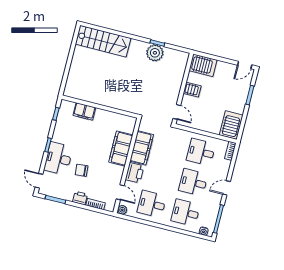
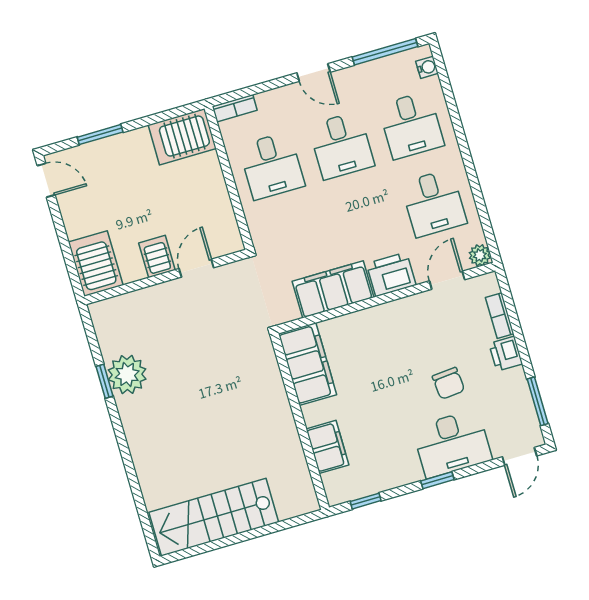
stairs: (103, 41) -> (214, 517), moved, turned -90
door: (177, 112) -> (196, 268), moved
filing cabinet: (121, 148) -> (307, 364), moved, turned -90

